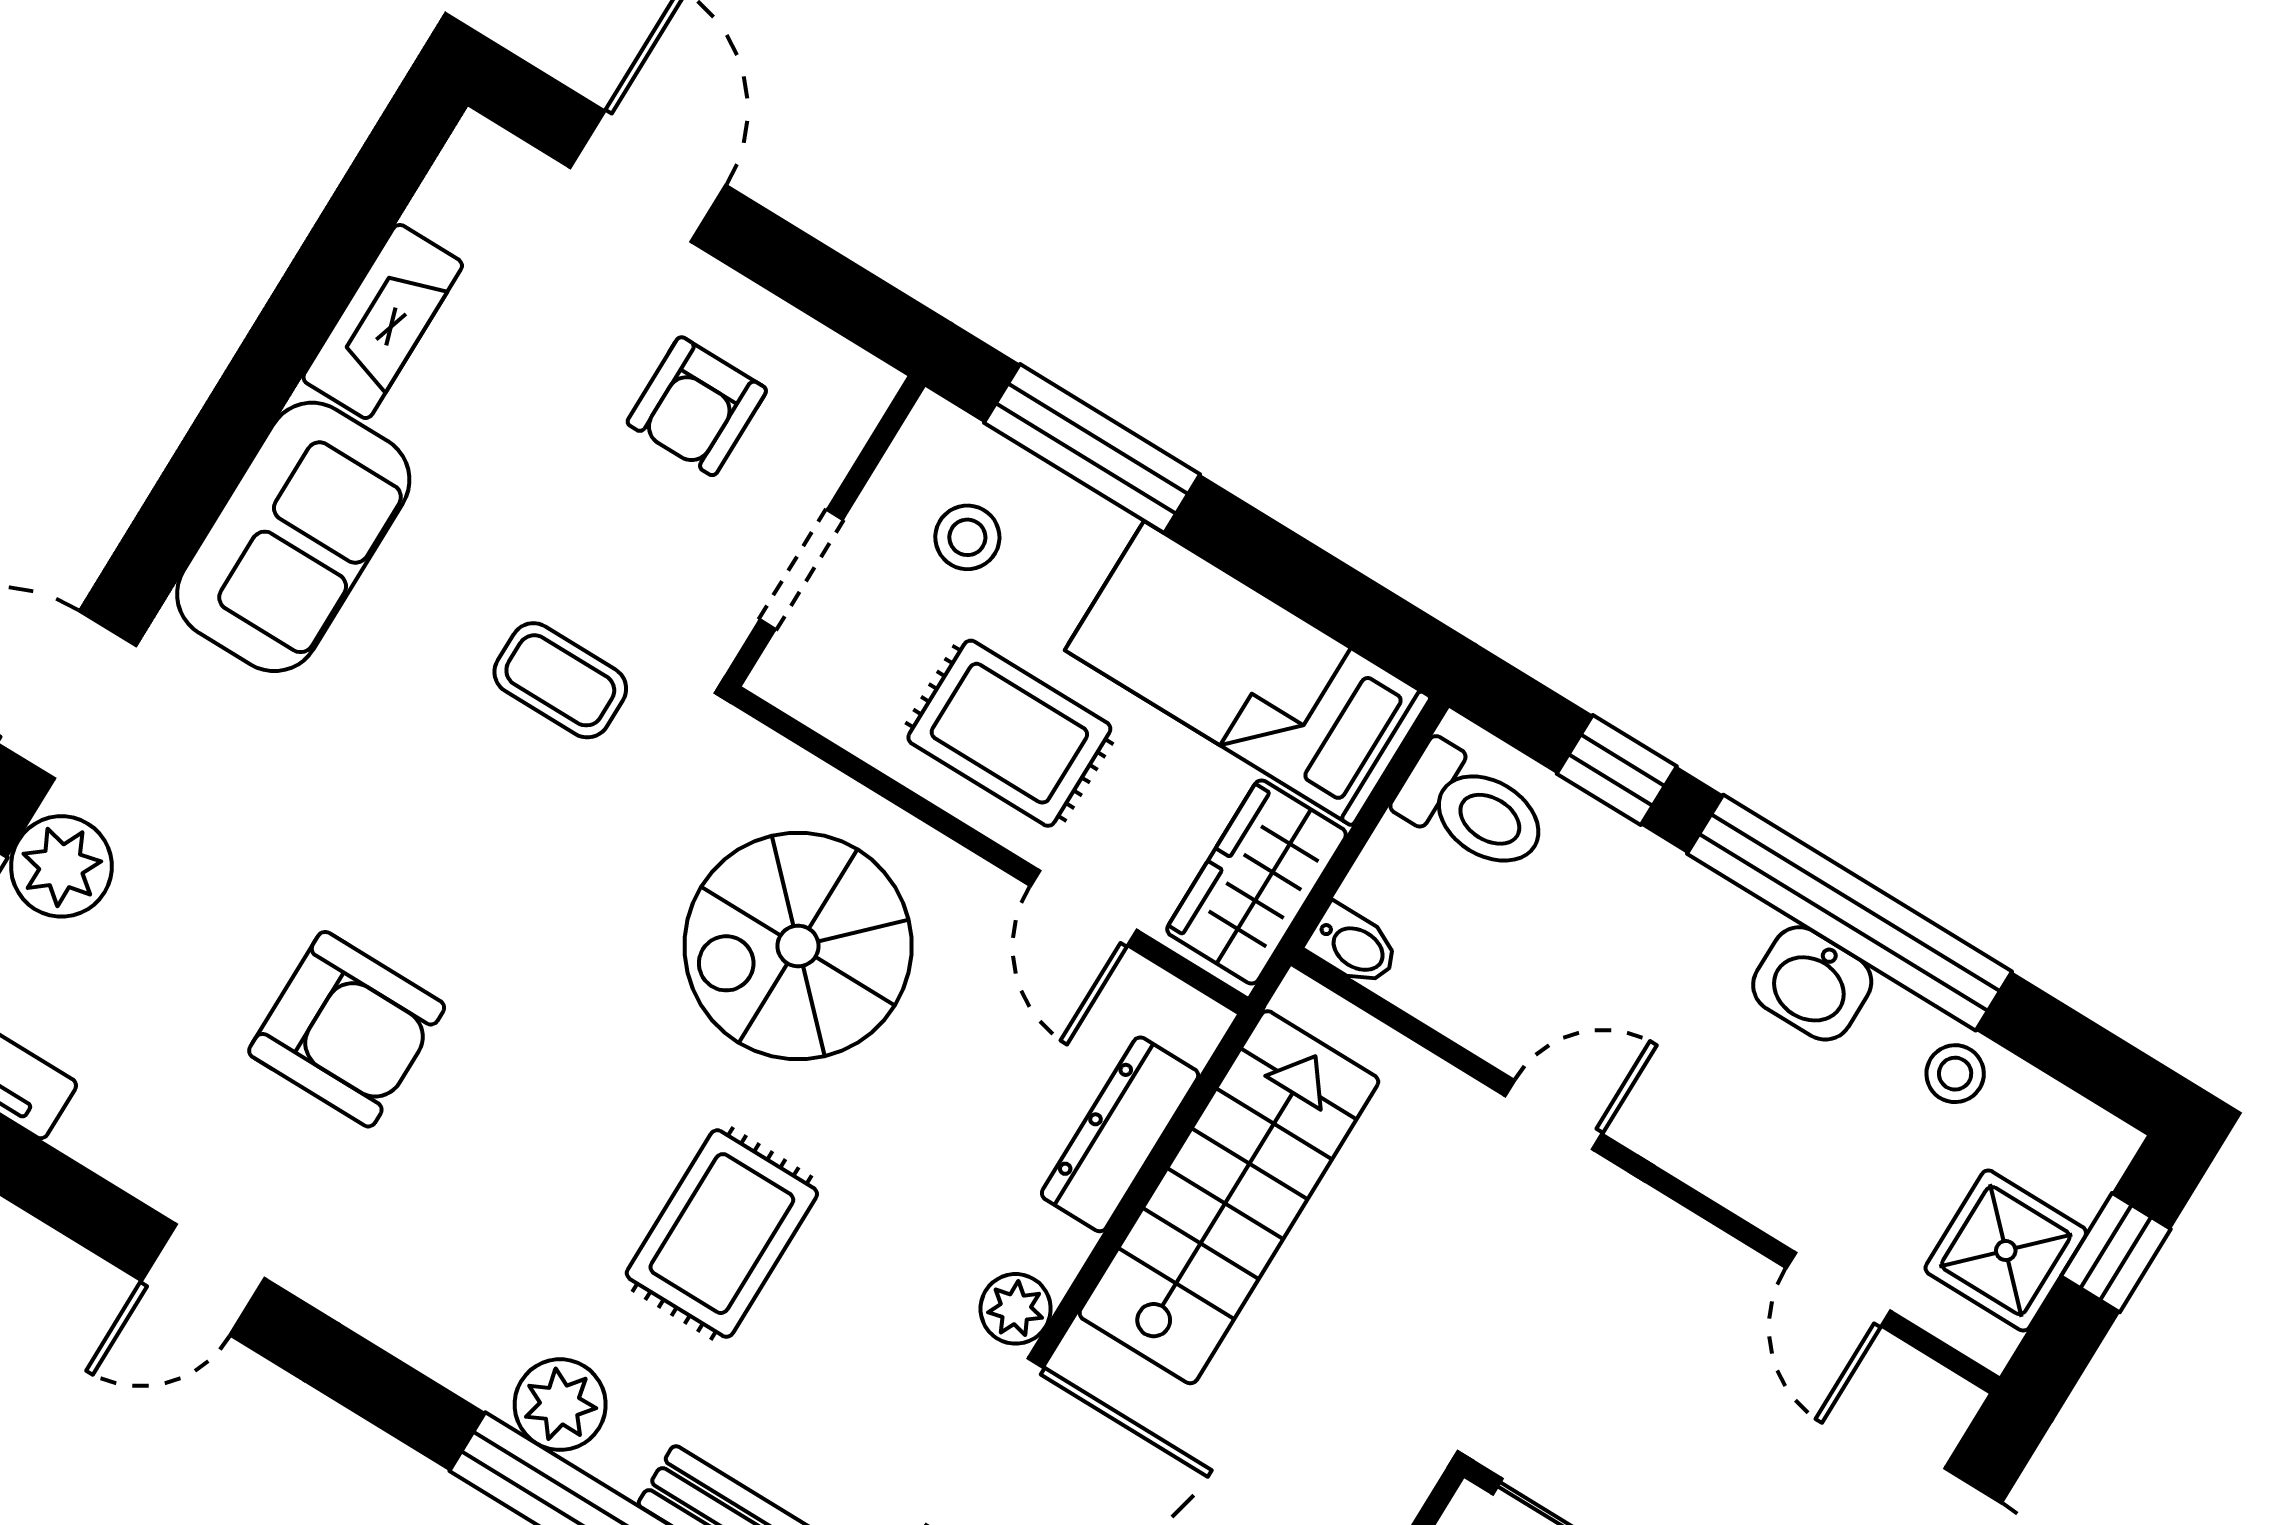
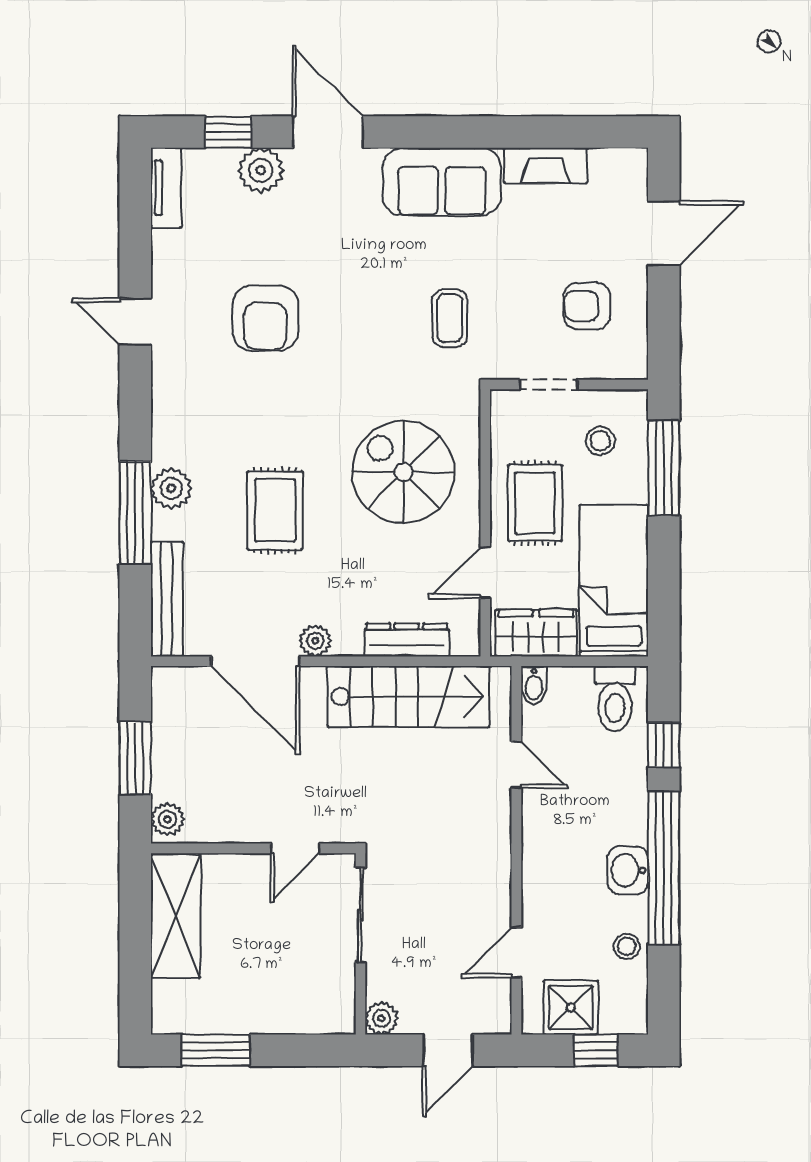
door: (1554, 1115) -> (516, 765), moved
rug: (722, 1234) -> (275, 510), turned 90

